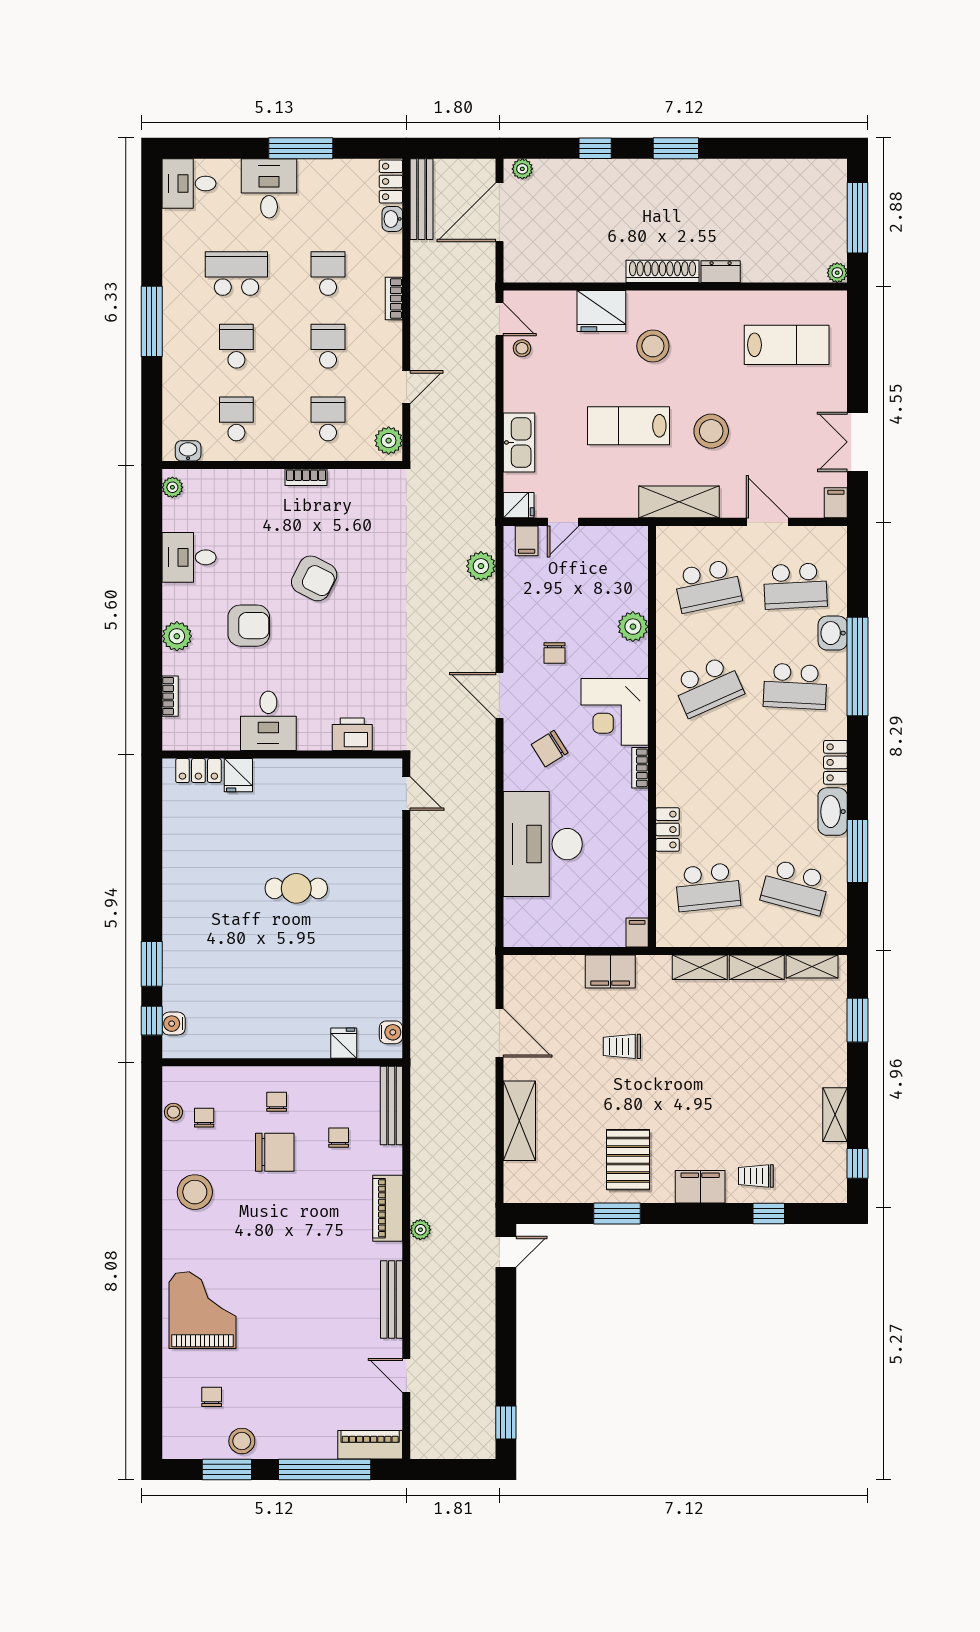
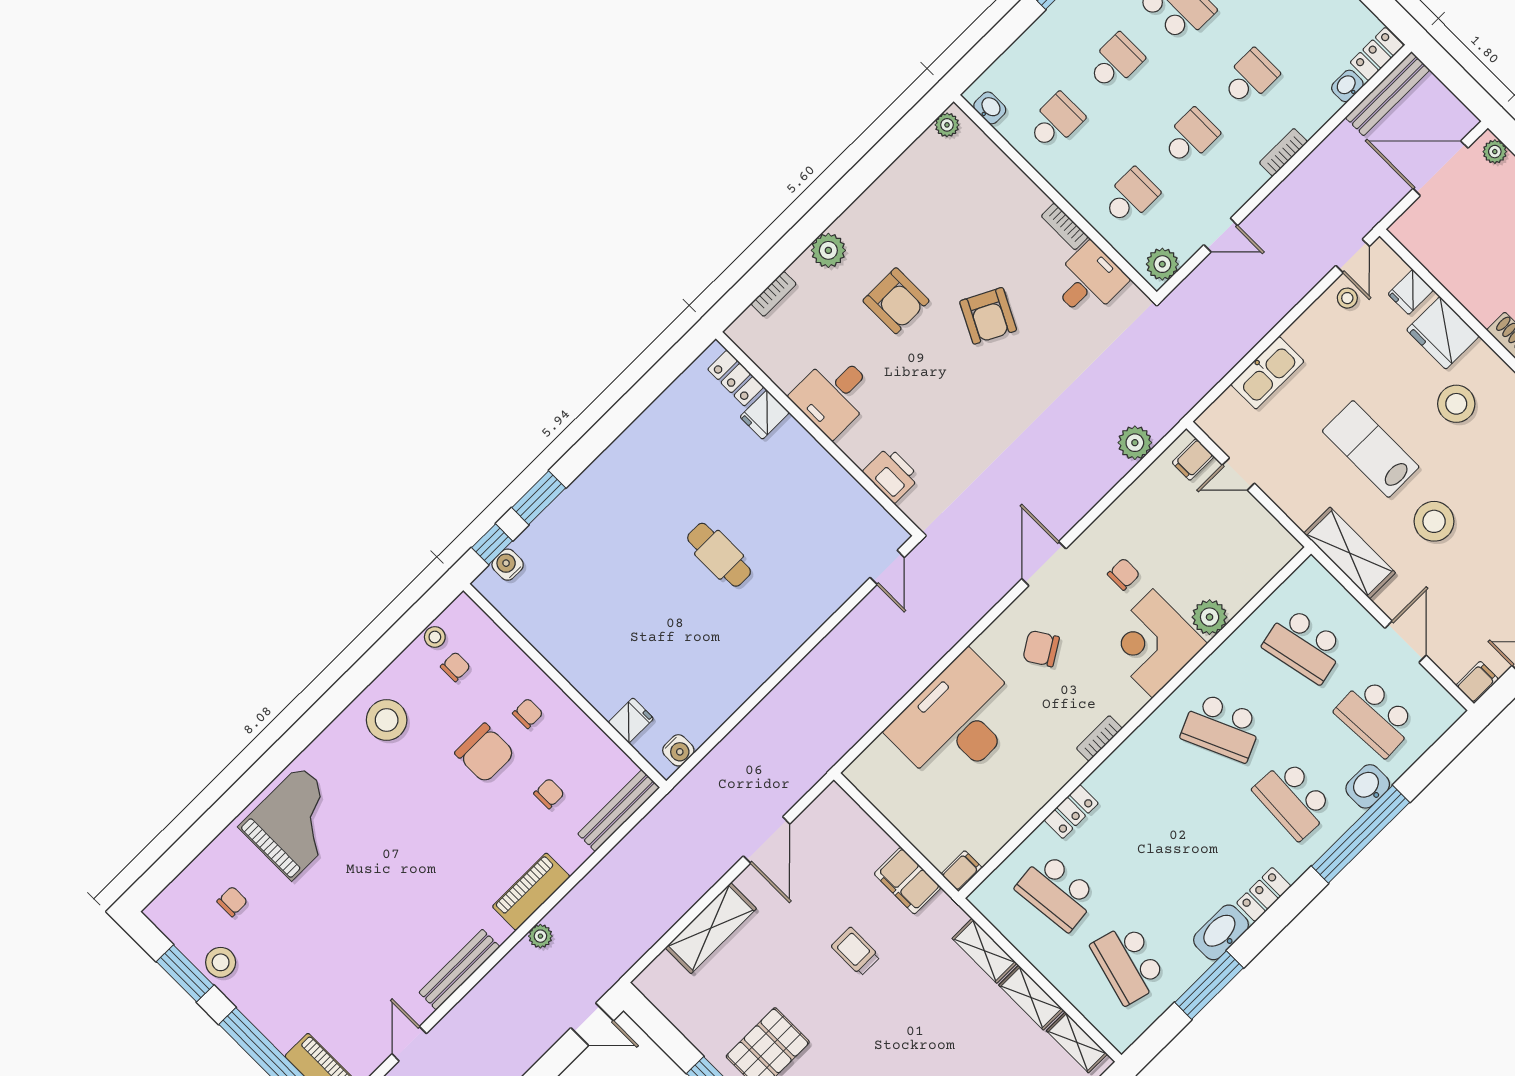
fridge: (519, 505) -> (1411, 292), moved, turned 90
desk: (189, 557) -> (1089, 281), moved, turned 90
chair: (554, 653) -> (1124, 574), turned 180
corner desk: (615, 712) -> (1153, 643), moved

